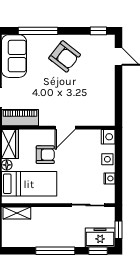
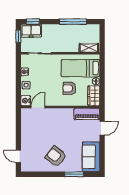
window: (38, 31) -> (74, 174), width x0.69
window: (98, 31) -> (32, 174), removed
door: (65, 128) -> (38, 107), moved
window: (55, 251) -> (73, 22), moved

